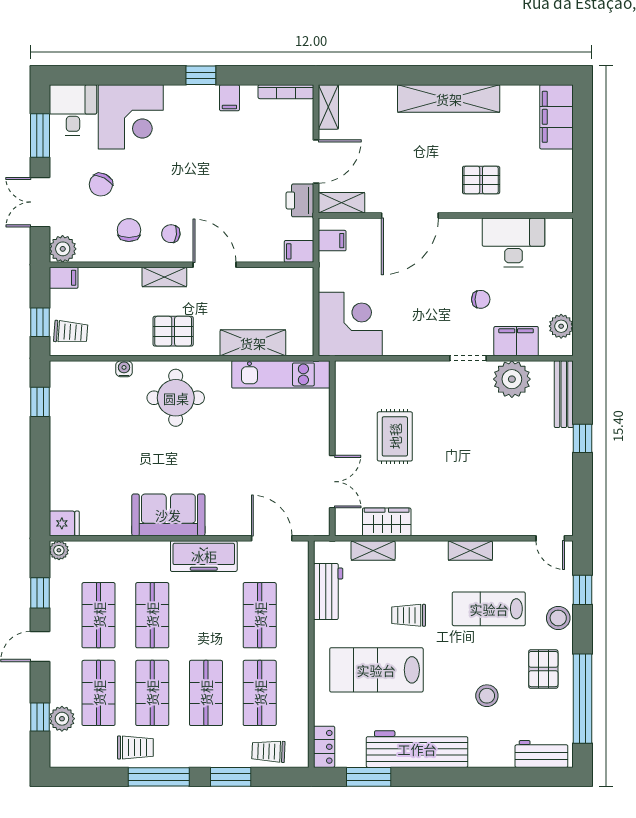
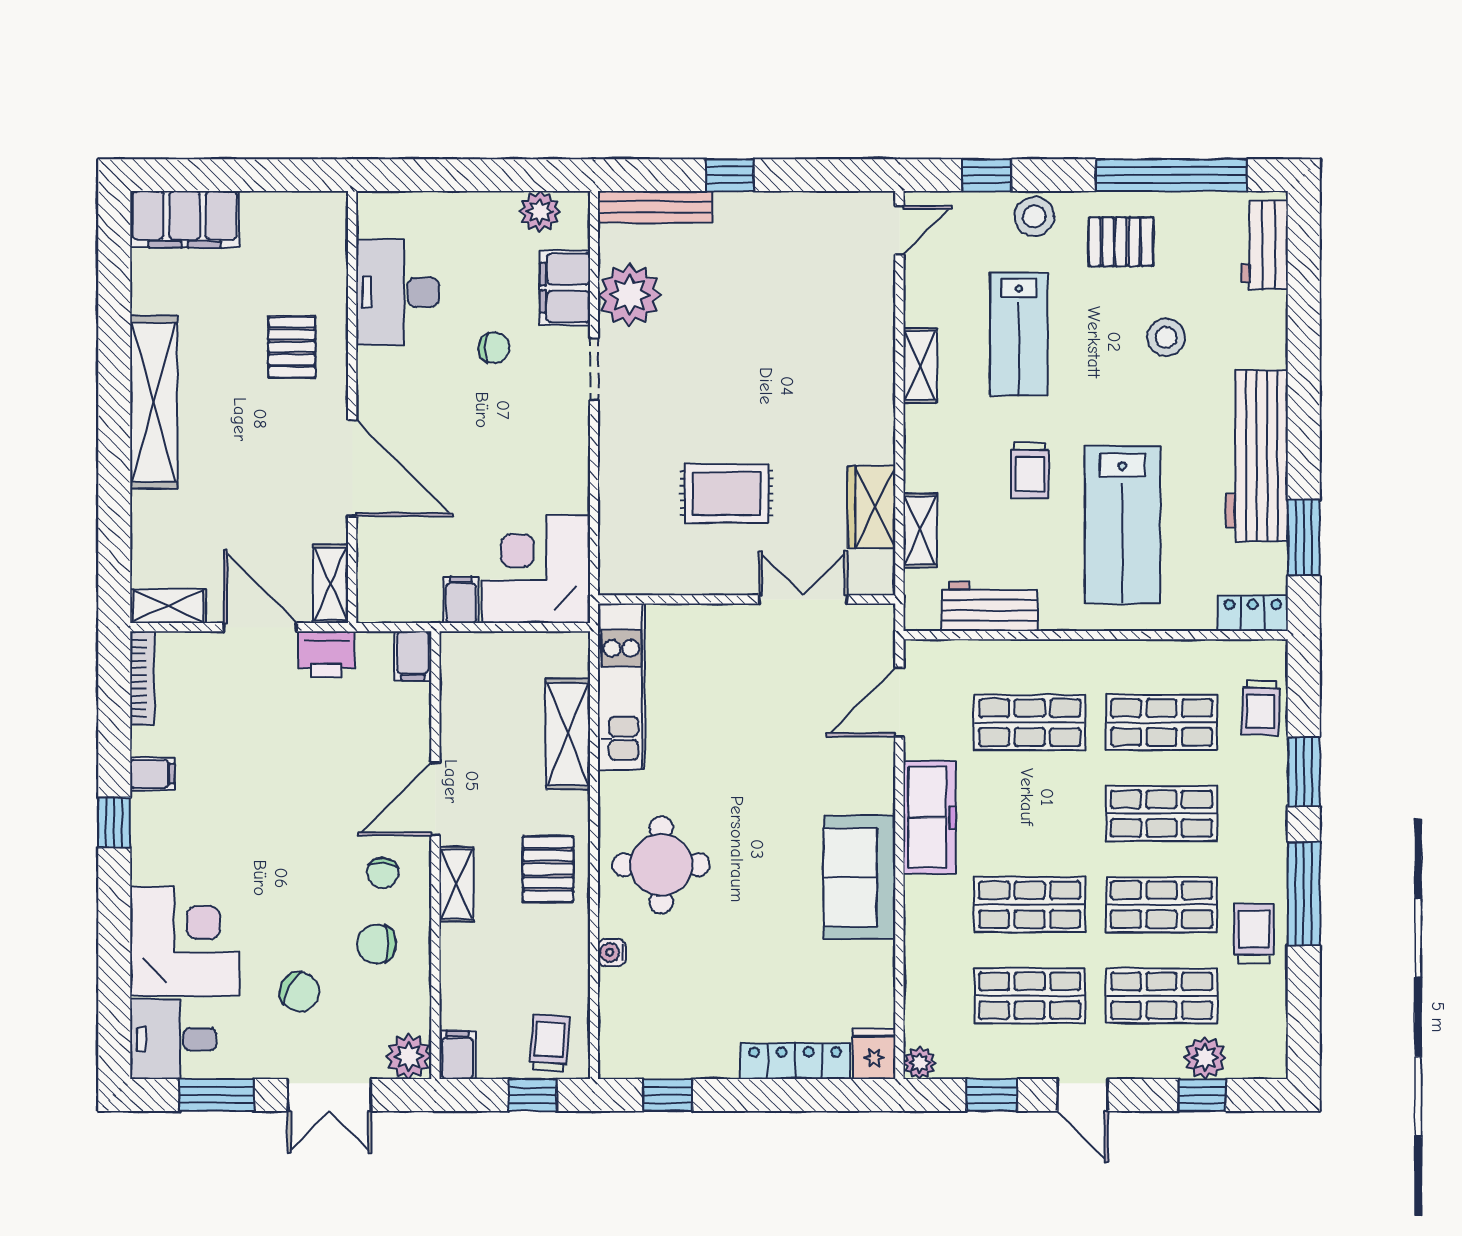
filing cabinet: (332, 241) -> (461, 600), moved
chair: (481, 299) -> (494, 348), turned 92
locker: (60, 477) -> (795, 1061), added

